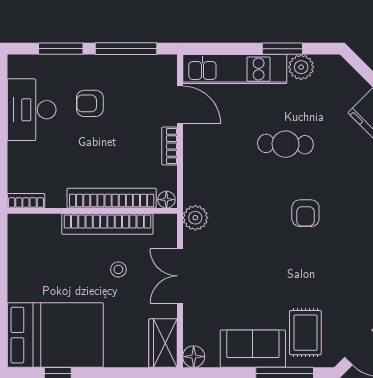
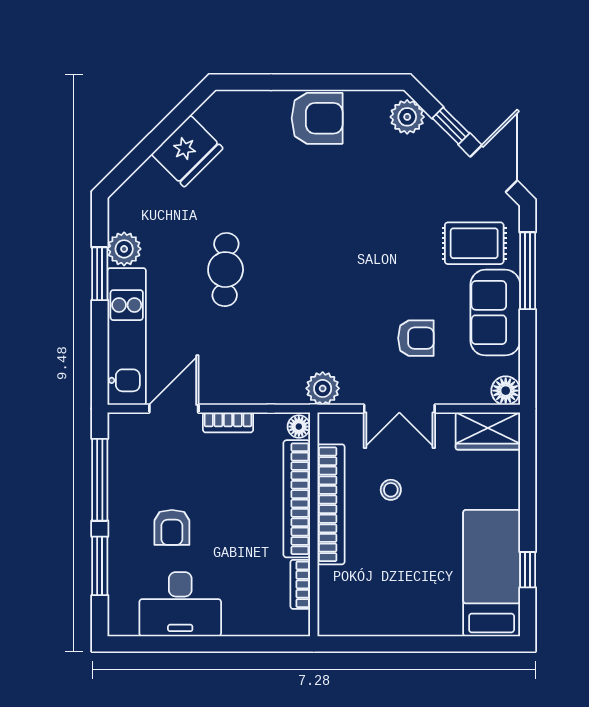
bookcase: (26, 201) -> (300, 584), moved
armchair: (305, 213) -> (416, 338), moved
bed: (55, 335) -> (492, 573), width x0.67

